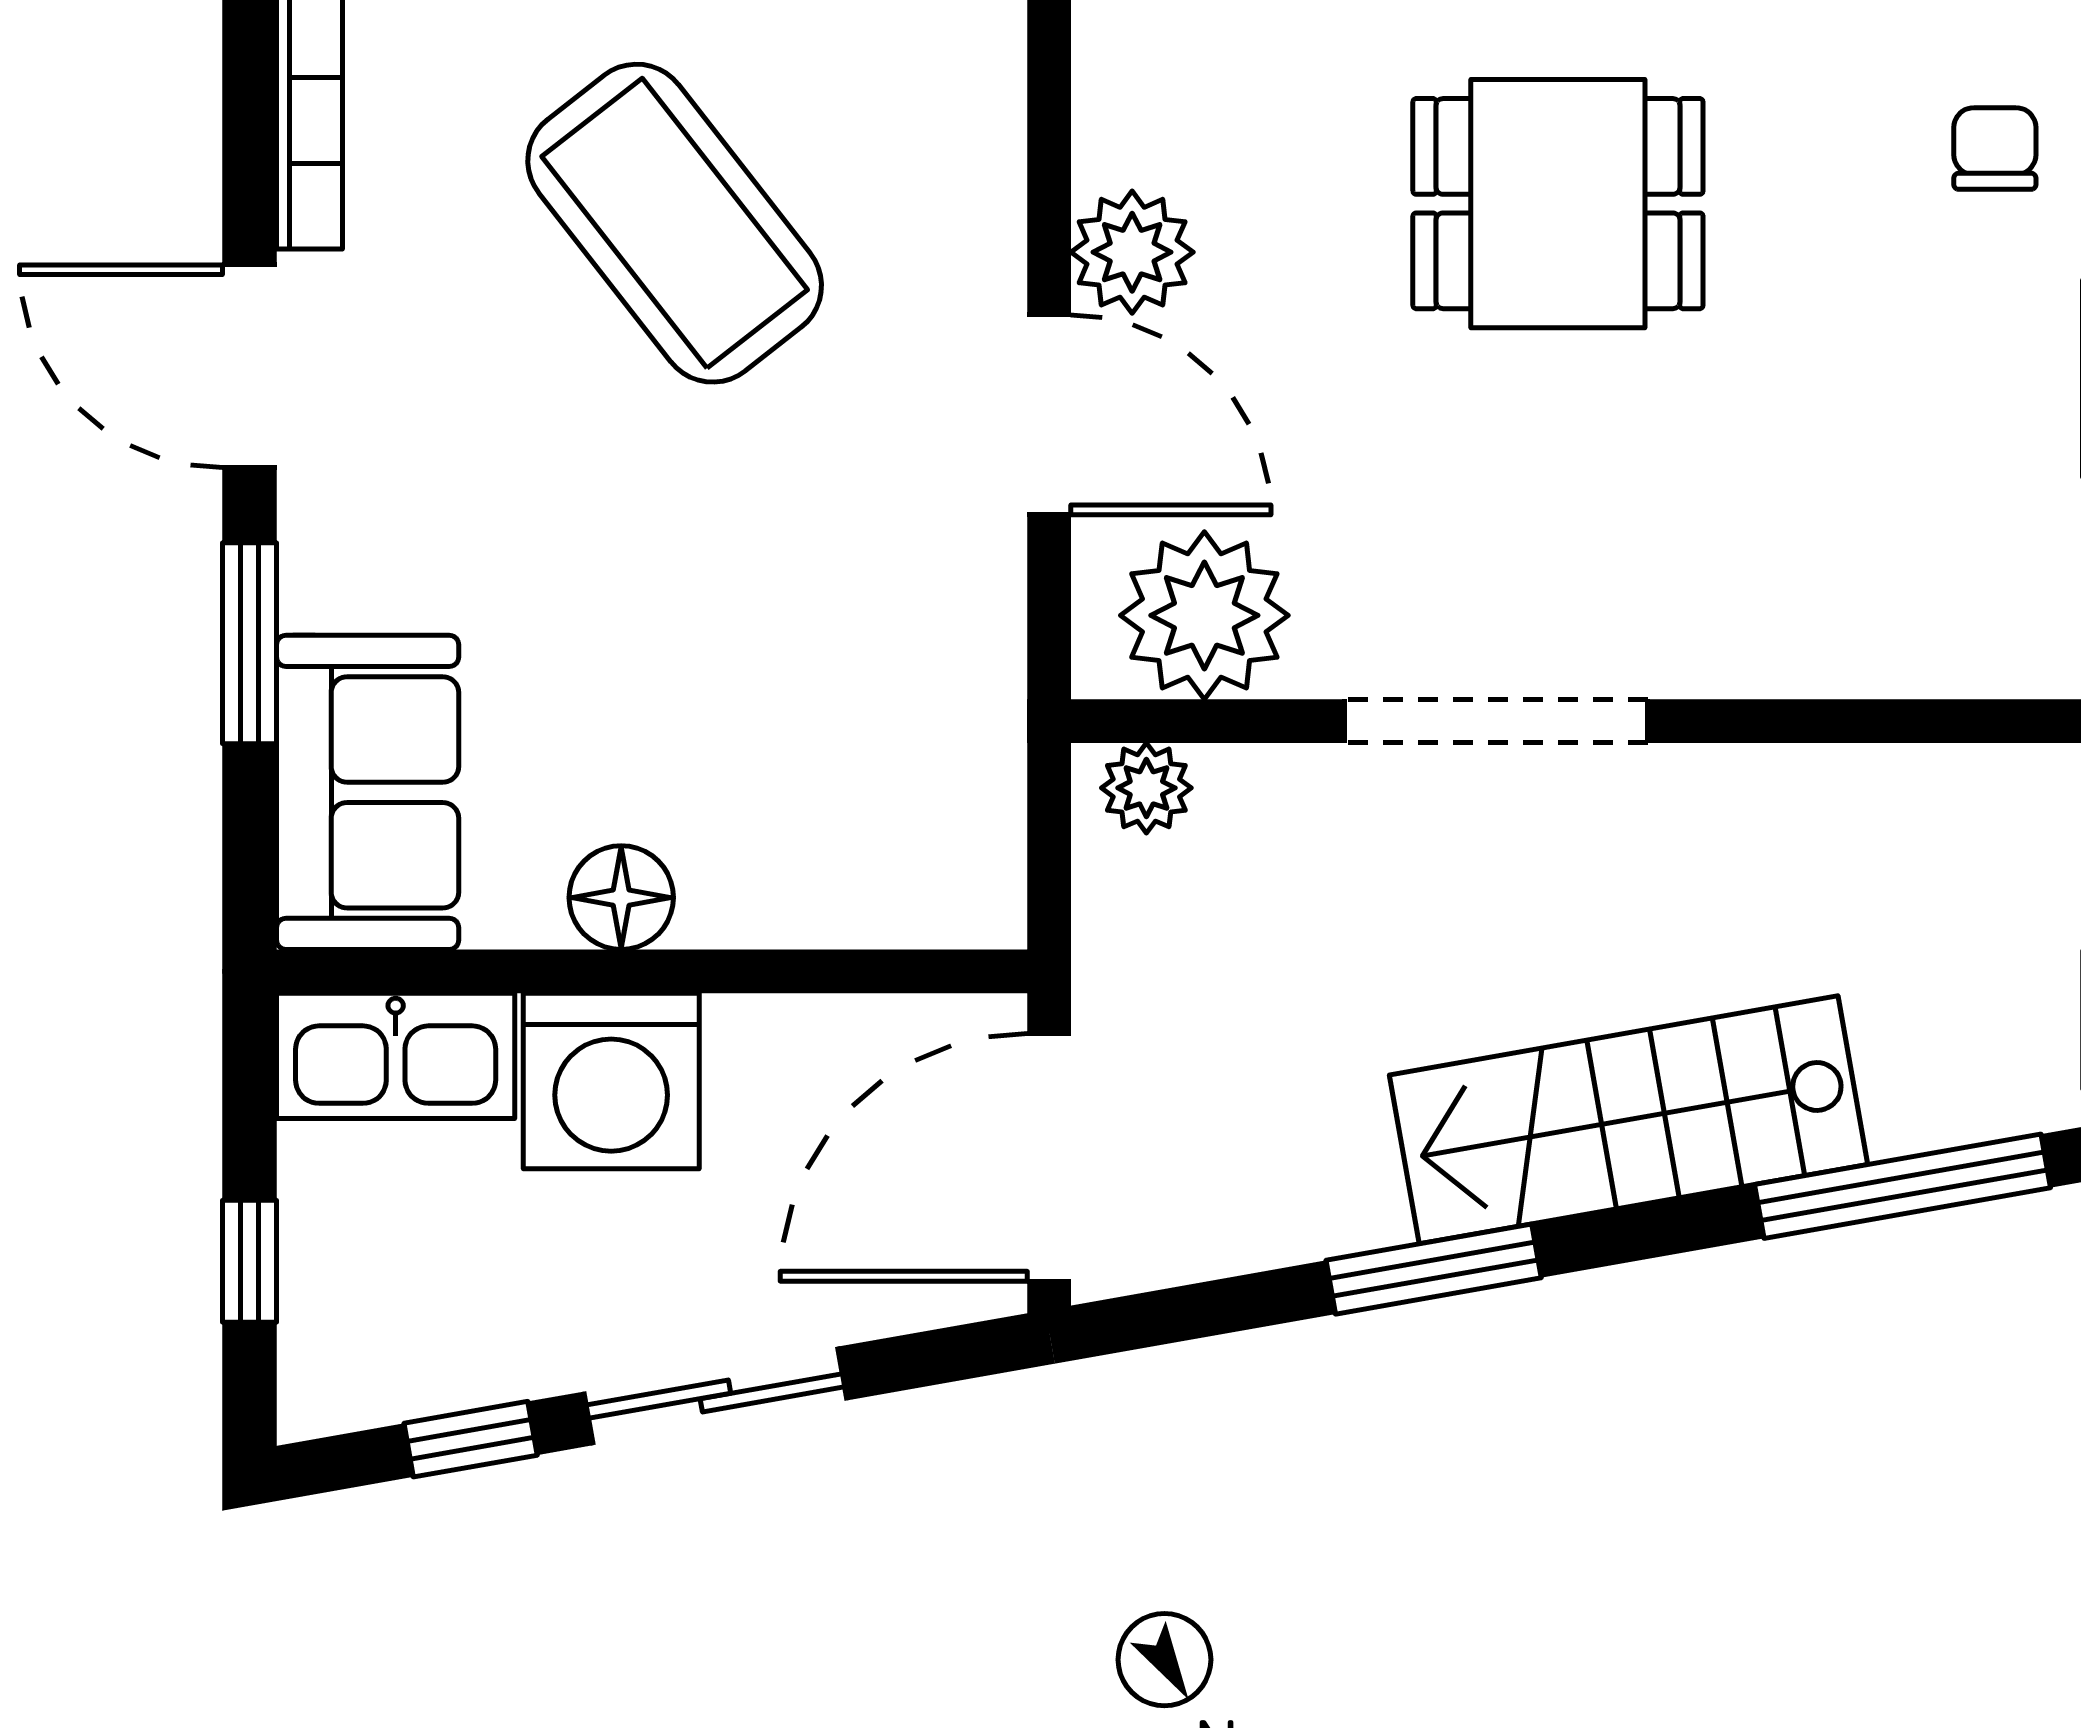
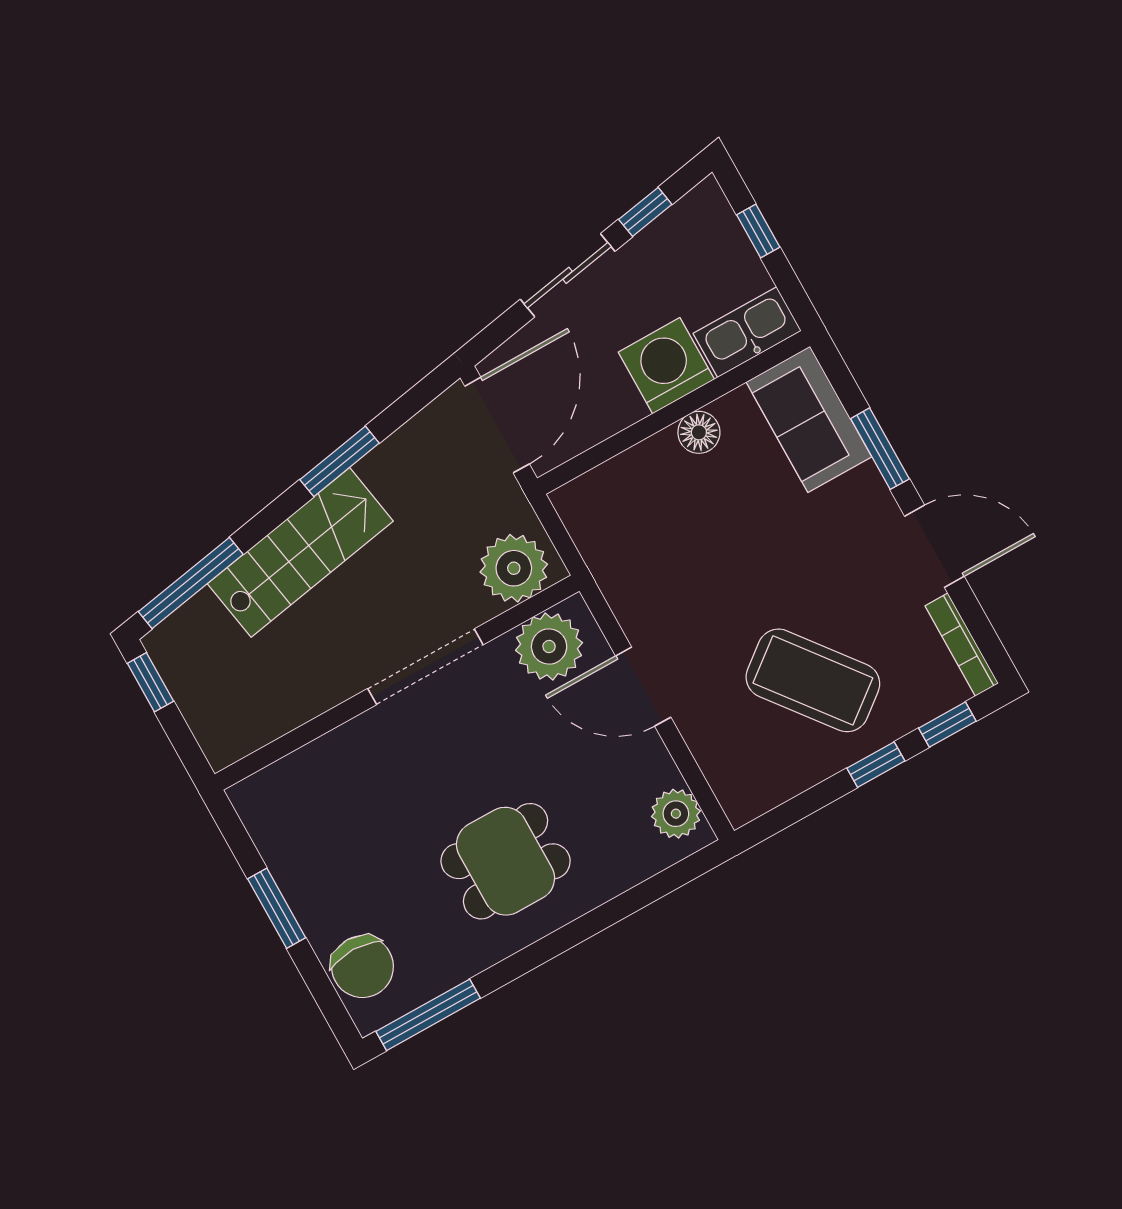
chair: (1995, 149) -> (362, 967), width x1.87, depth x1.87
plant: (1132, 252) -> (676, 814), moved
plant: (1146, 788) -> (514, 568), width x1.87, depth x1.87

